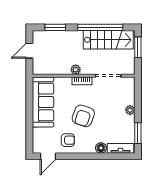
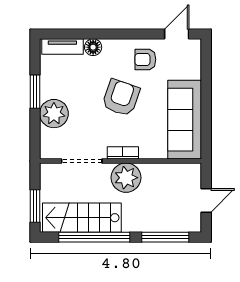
window: (55, 27) -> (165, 237), width x1.44
plant: (76, 70) -> (126, 178), width x1.88, depth x1.88
plant: (130, 110) -> (54, 114), width x1.88, depth x1.88
window: (138, 133) -> (35, 92), moved

